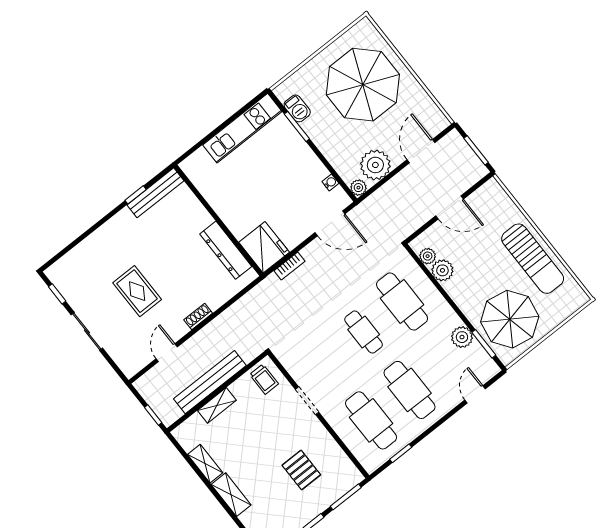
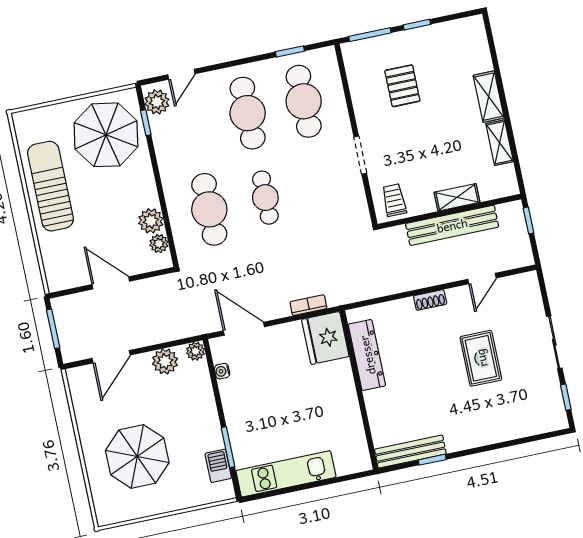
parasol: (363, 85) -> (137, 456), width x0.73, depth x0.73
plant: (375, 165) -> (165, 361), width x0.73, depth x0.73
plant: (462, 337) -> (157, 102), moved
window: (484, 344) -> (146, 123), width x0.67

